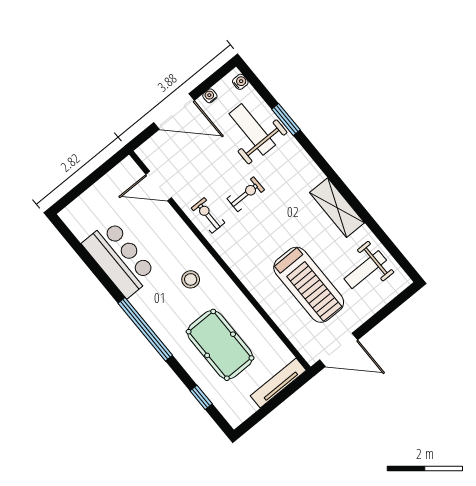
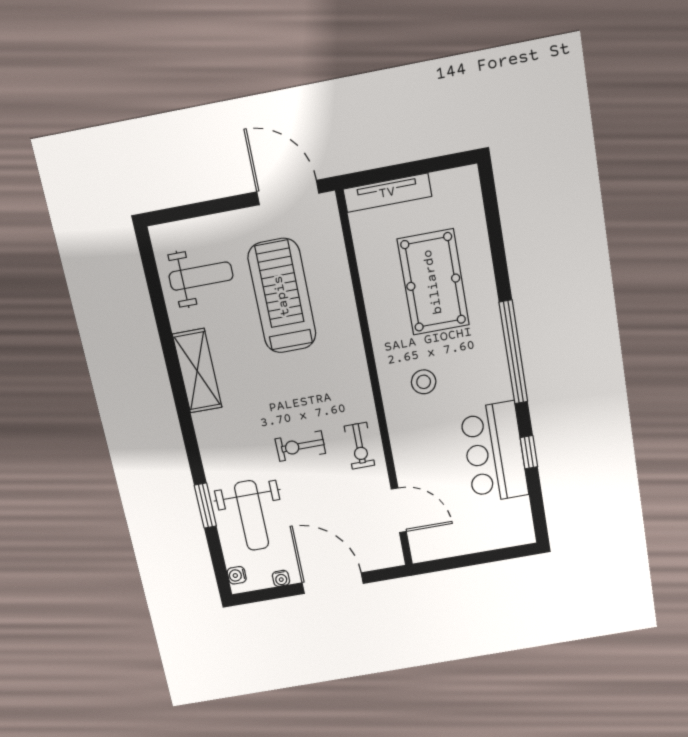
window: (201, 397) -> (529, 452), moved

